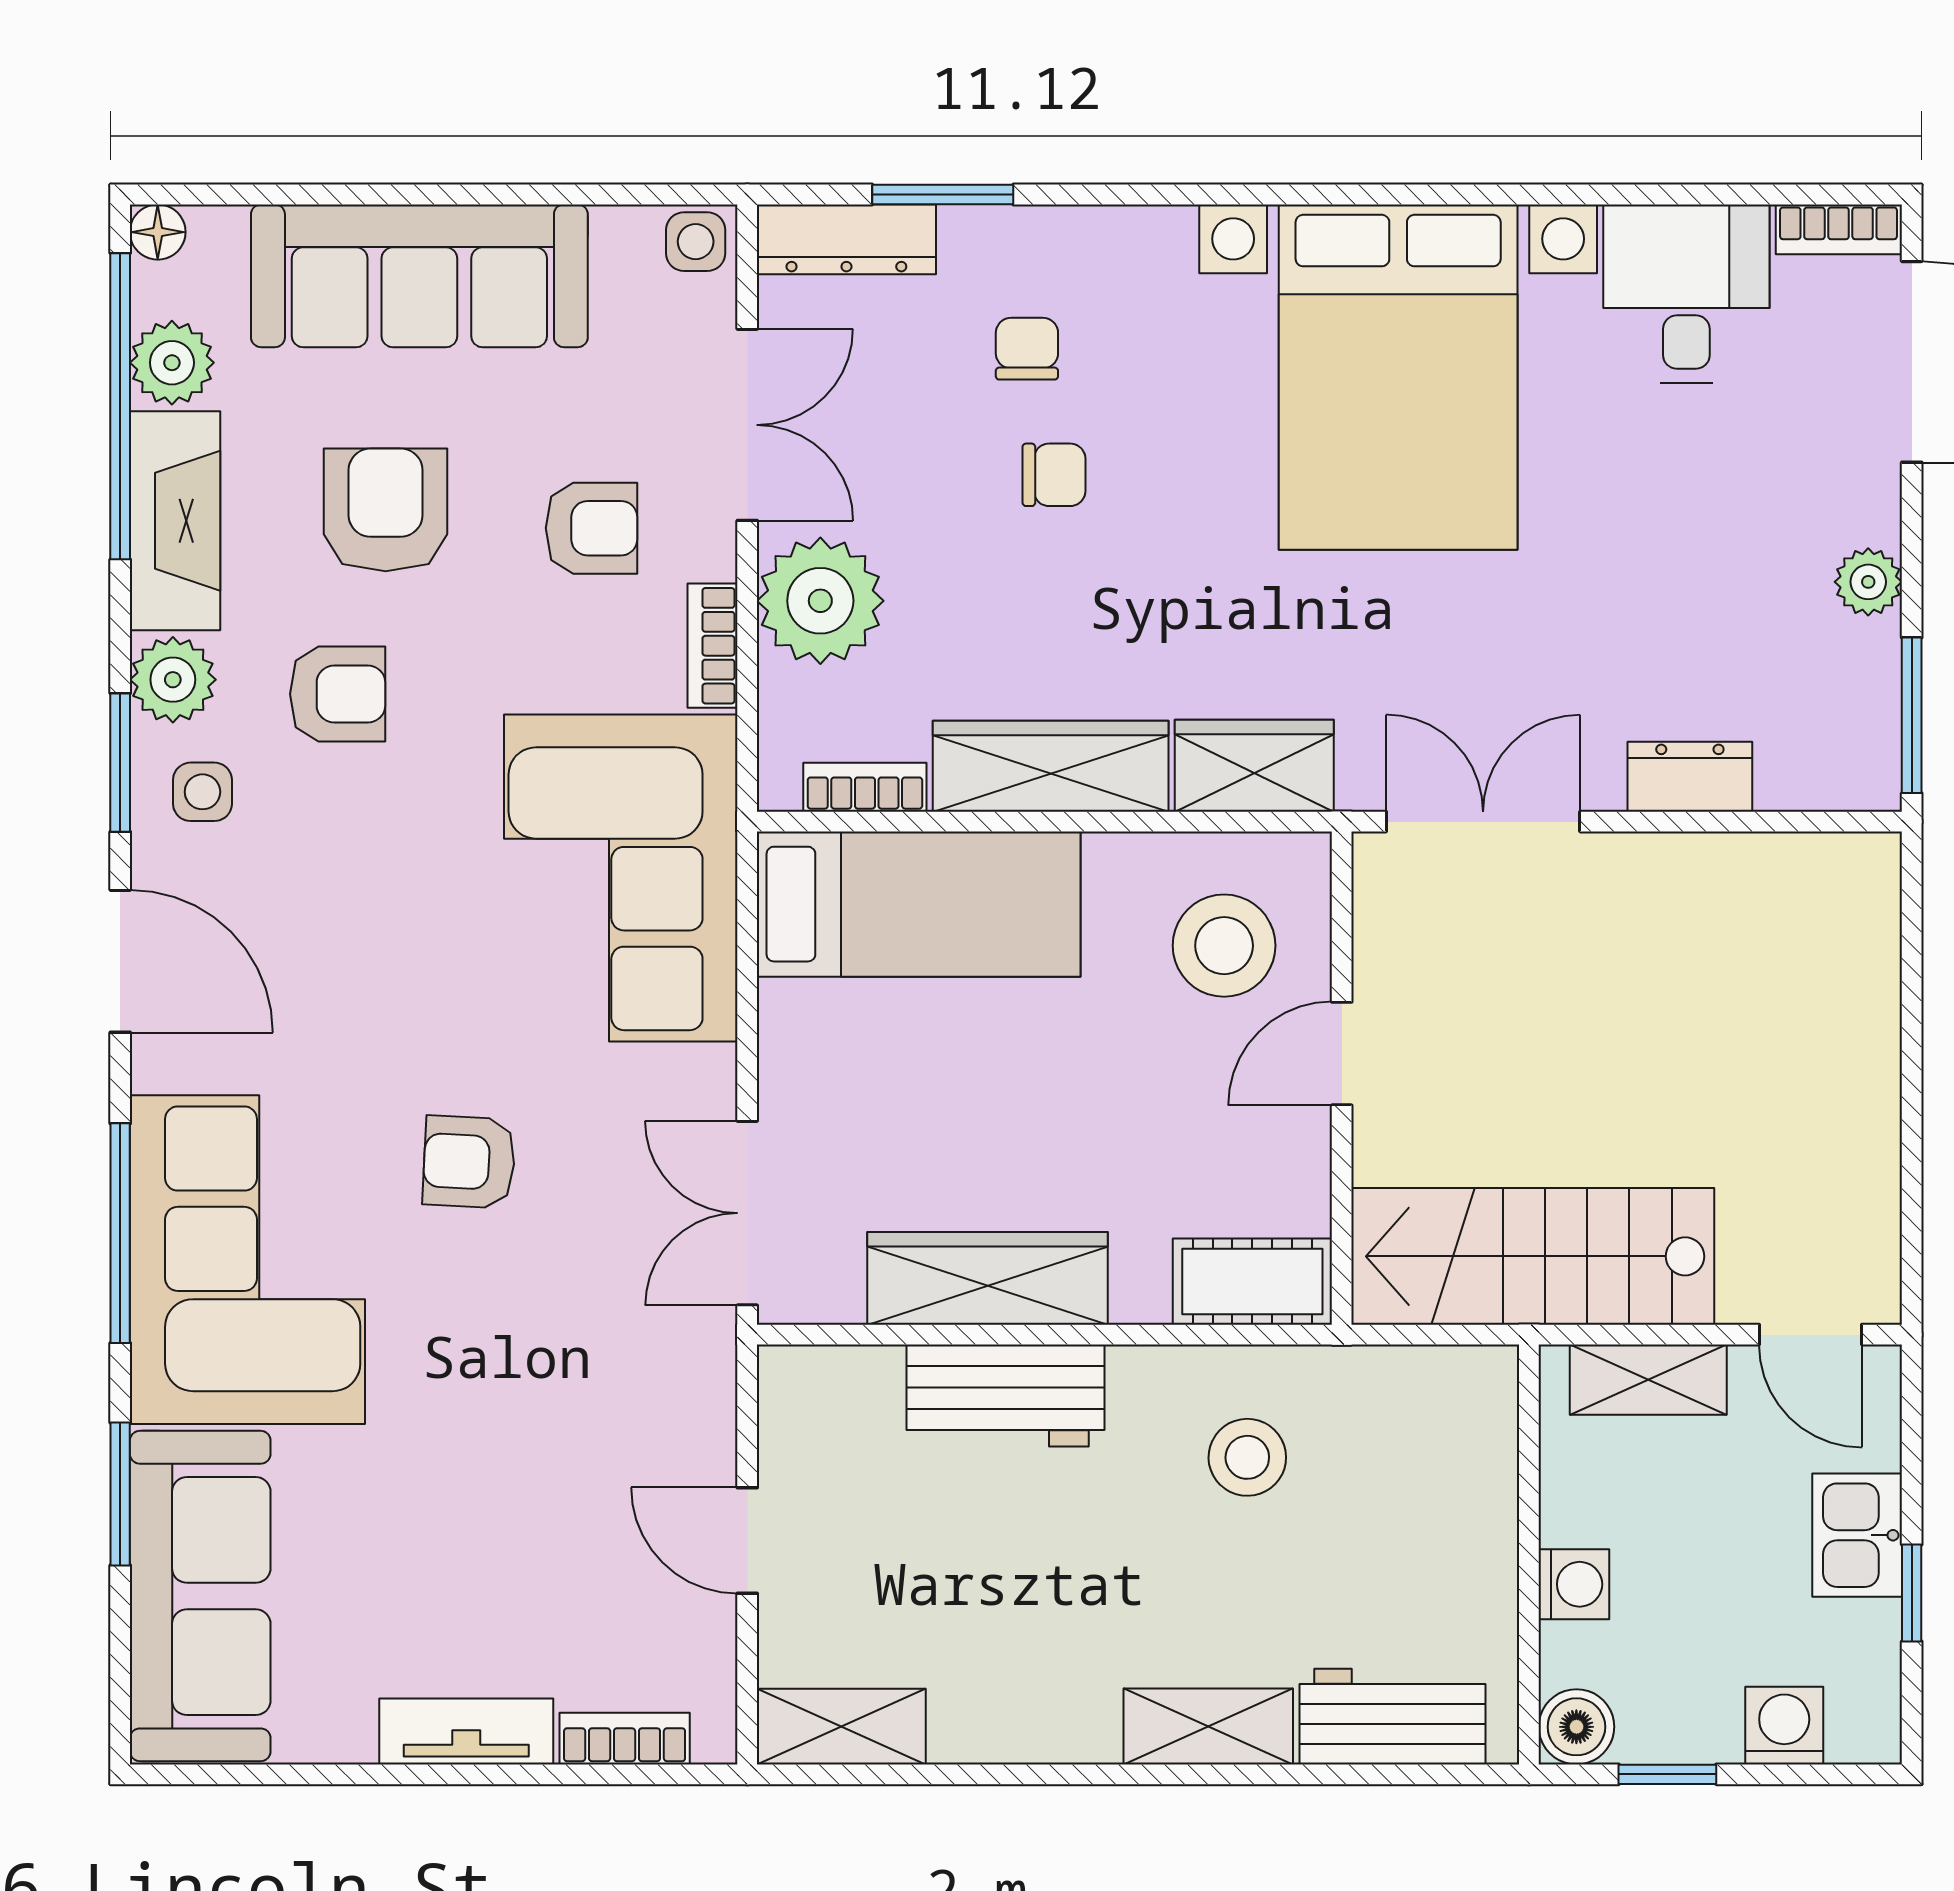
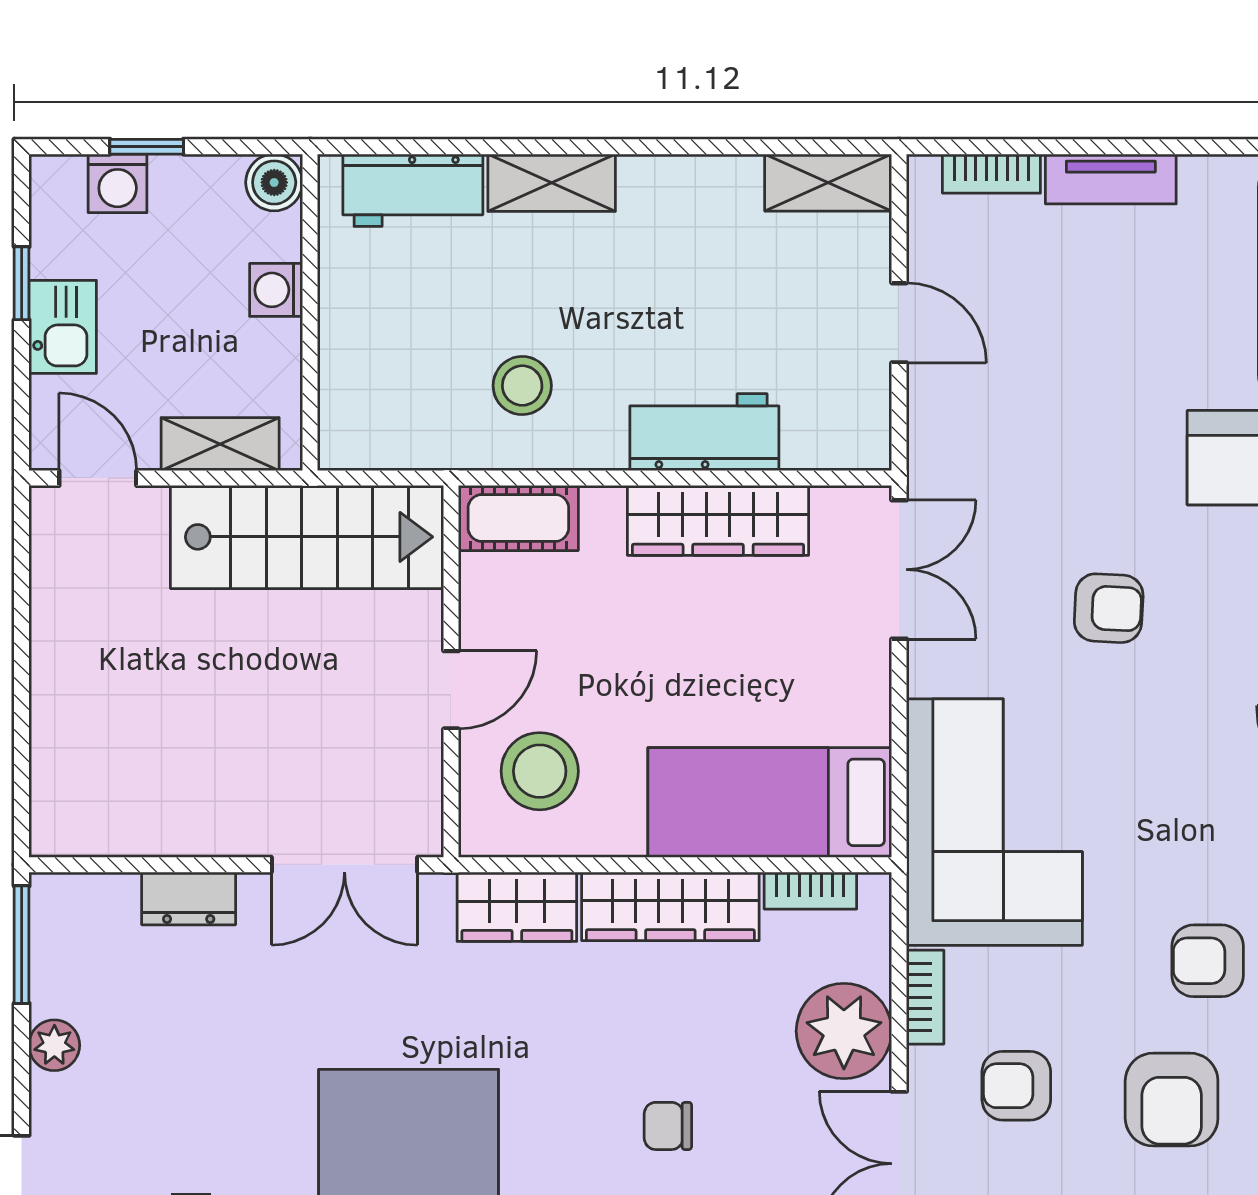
window: (1667, 1774) -> (147, 147), moved

